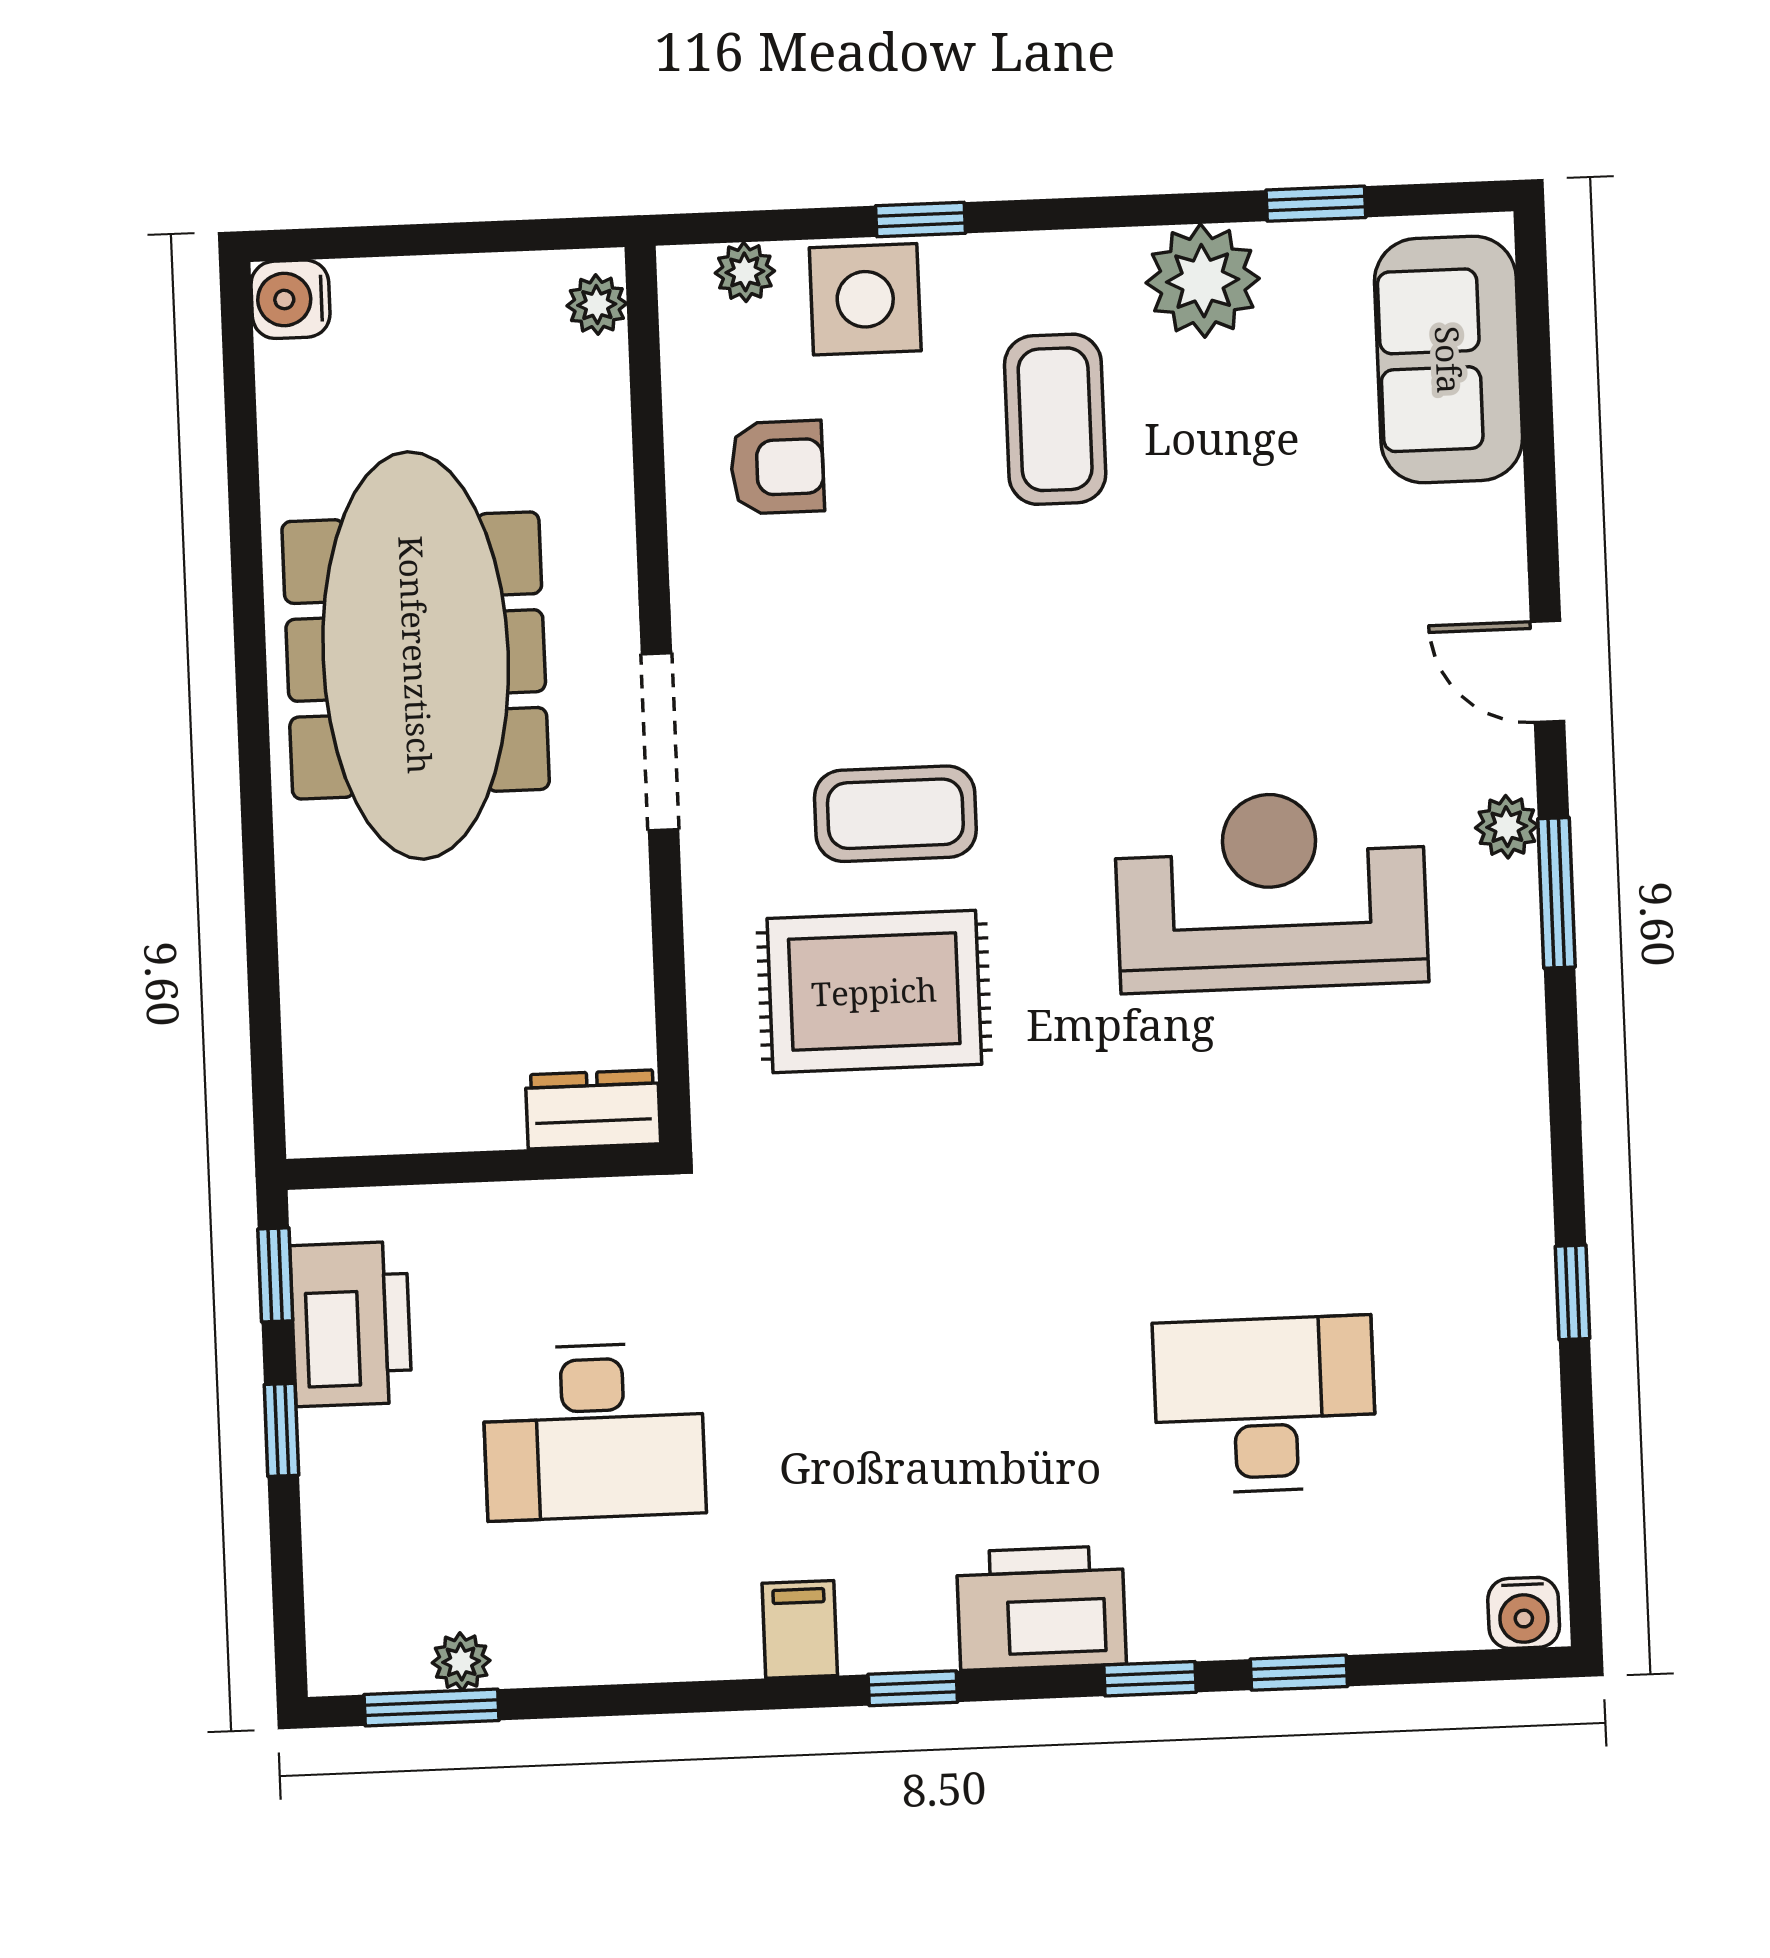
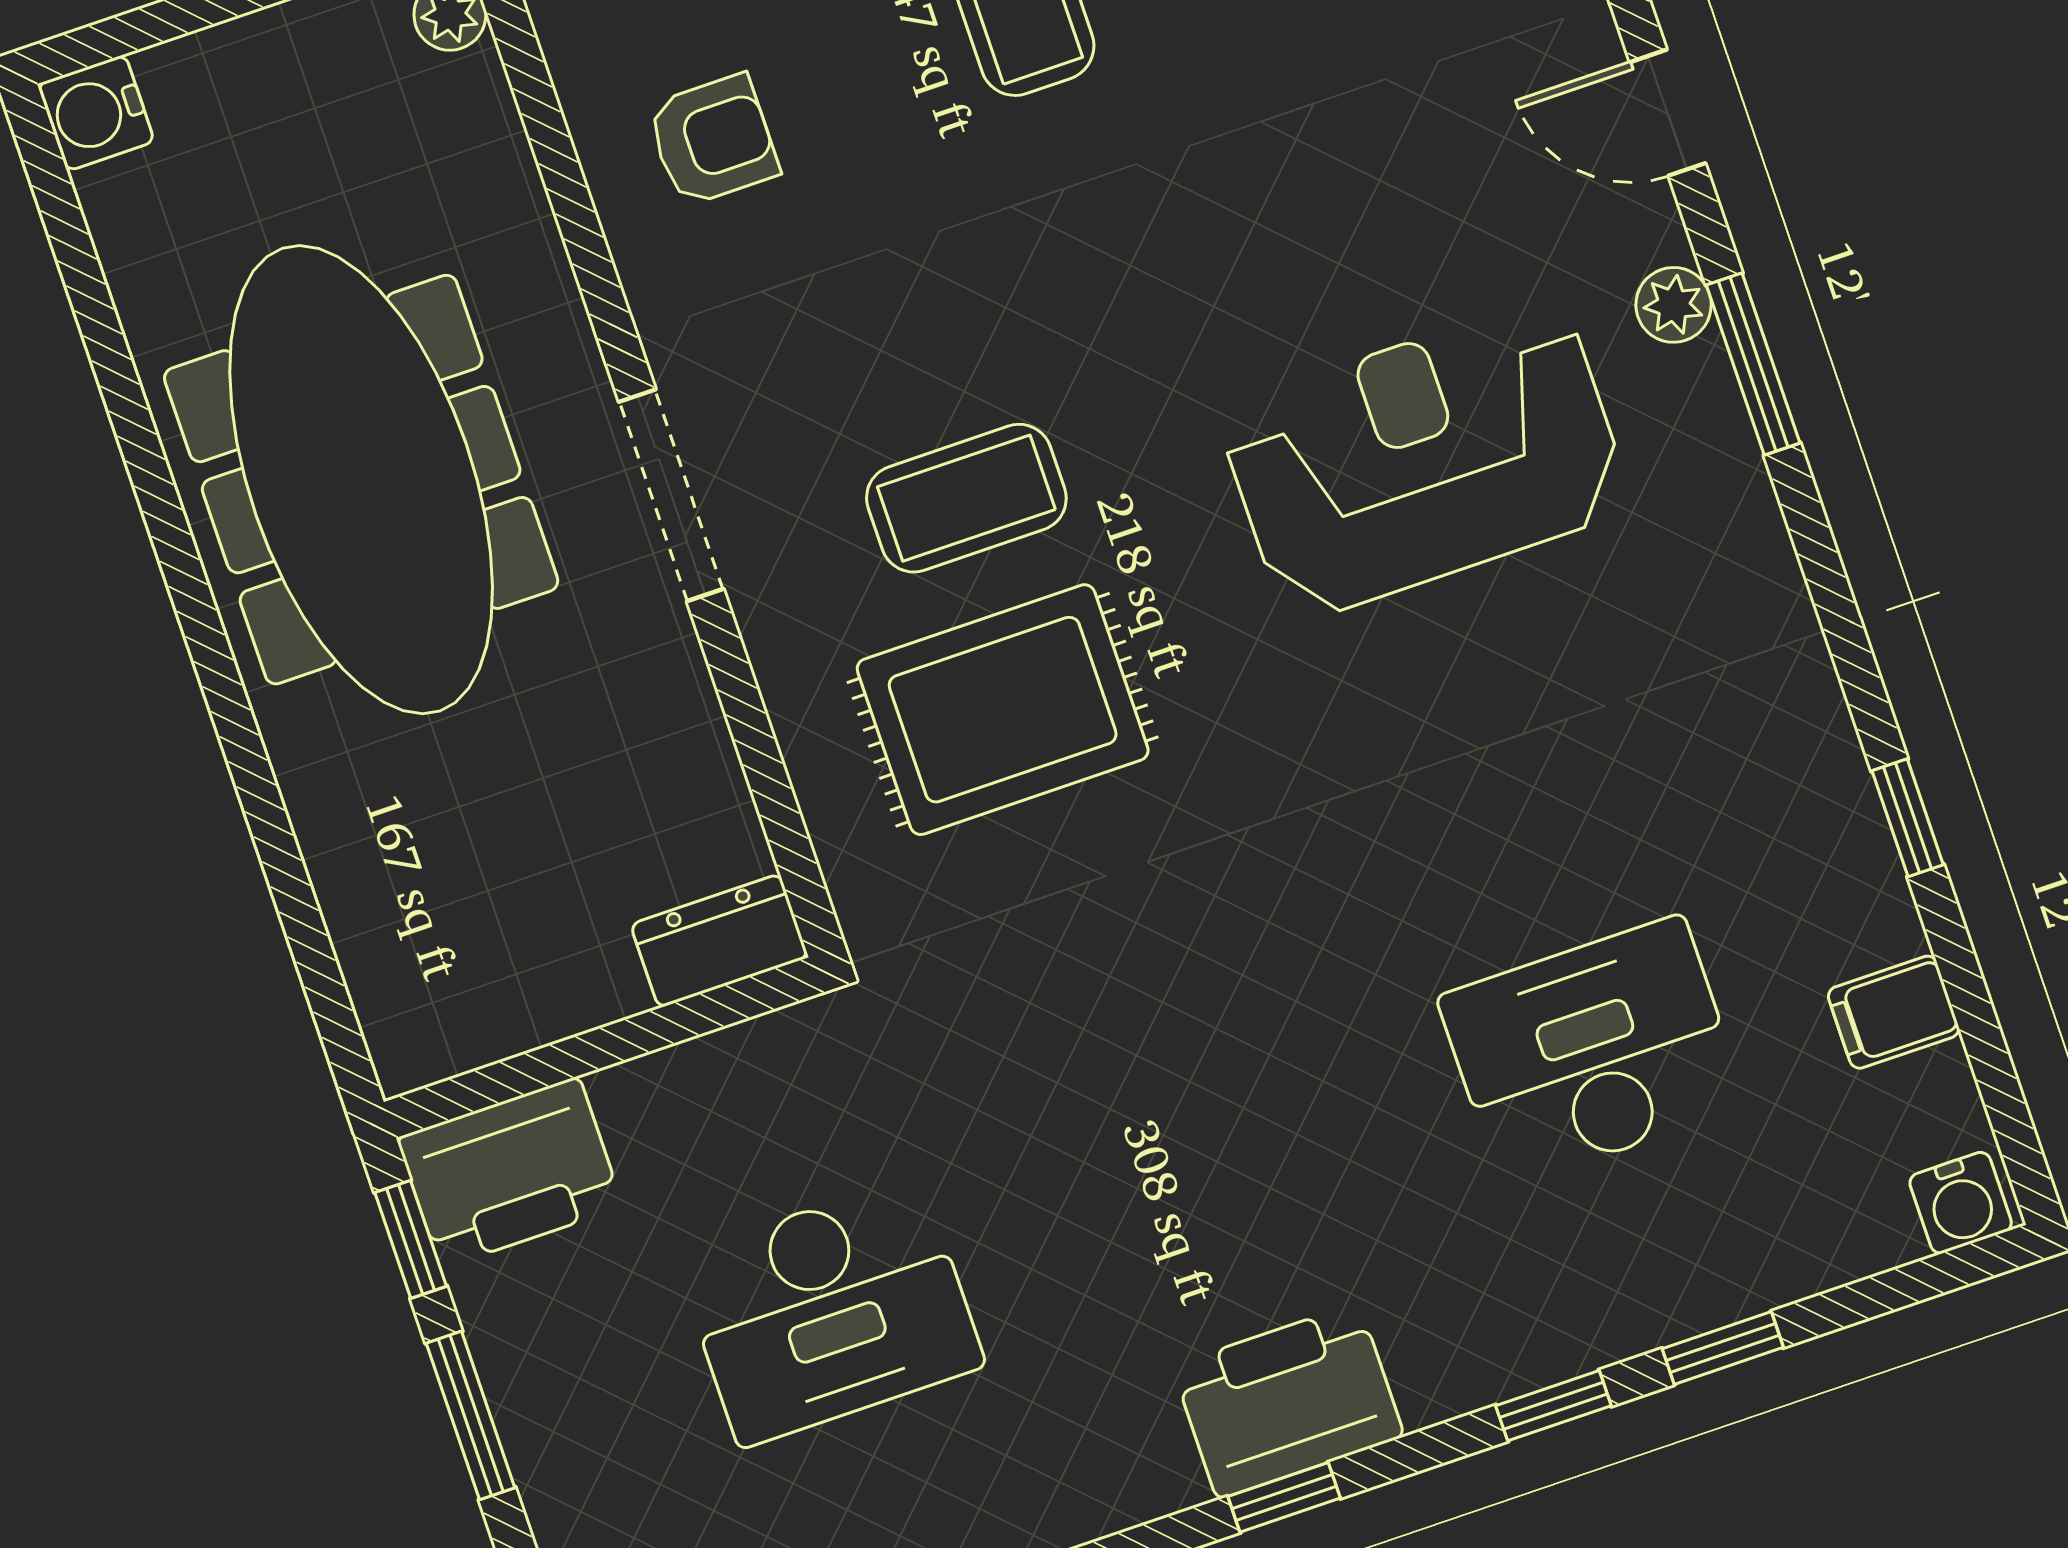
printer: (351, 1324) -> (510, 1172), moved, turned 90
window: (281, 1430) -> (471, 1415), width x1.50
printer: (1041, 1608) -> (1288, 1401), moved
filing cabinet: (800, 1629) -> (1894, 1012), moved, turned -90

